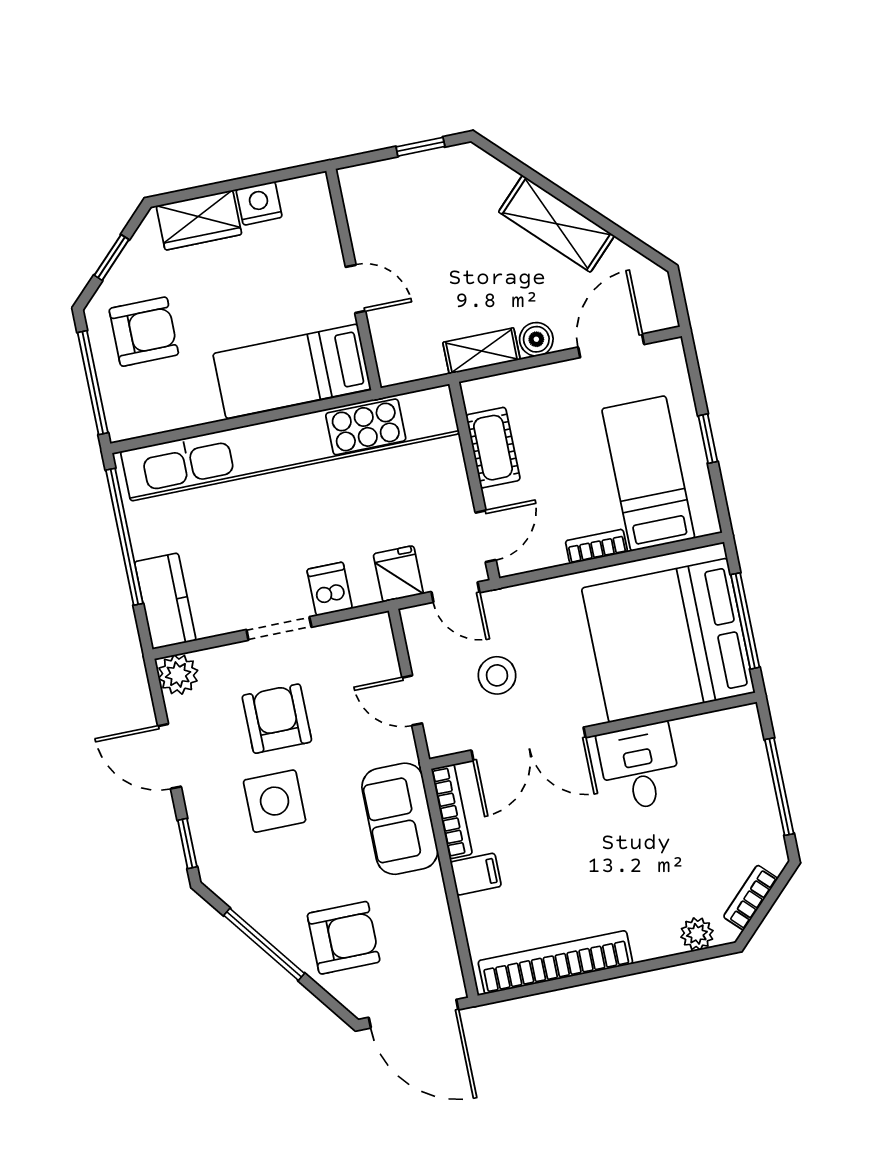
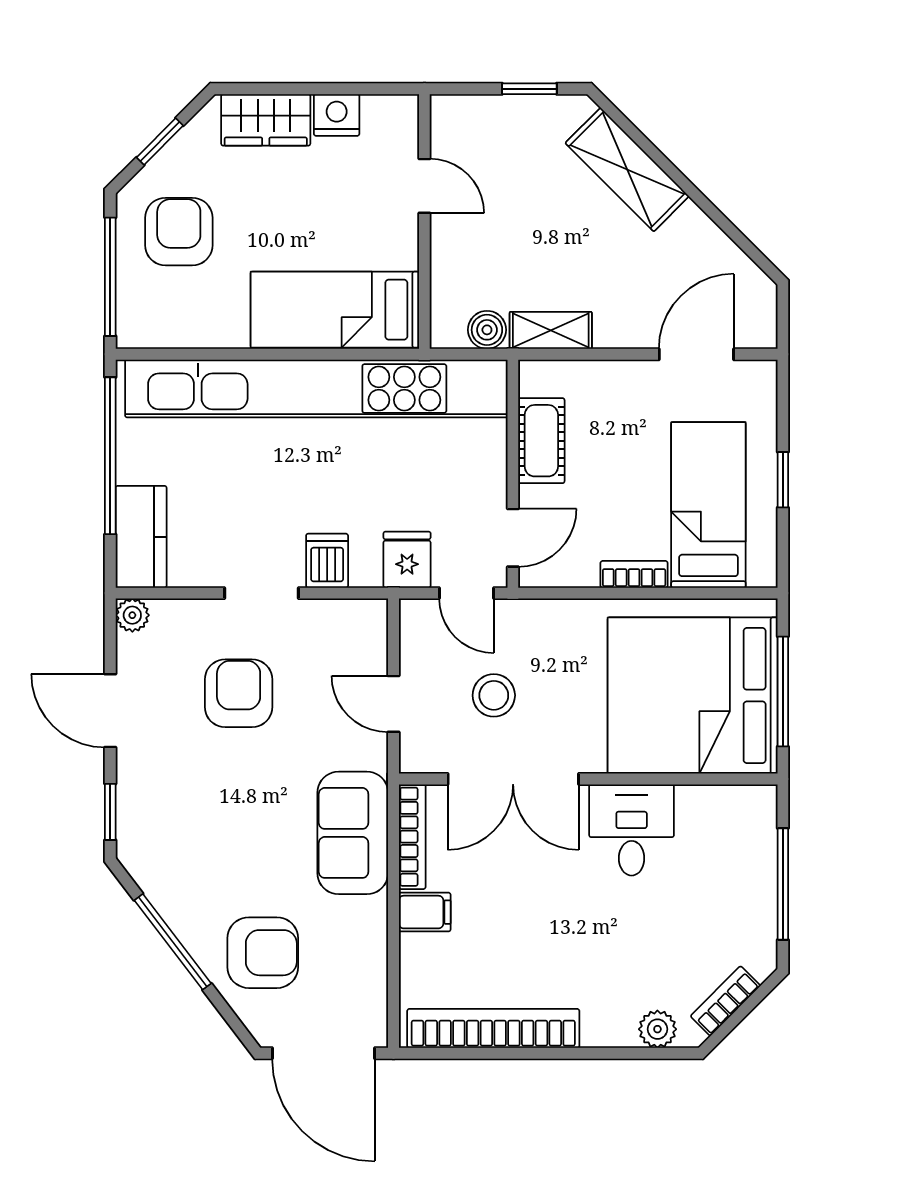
shelving: (556, 224) -> (627, 170), moved
door: (355, 289) -> (424, 186), moved
armchair: (144, 332) -> (179, 232), turned -90
boiler: (536, 339) -> (487, 330), moved
plant: (178, 674) -> (132, 615), width x0.73, depth x0.73
side table: (275, 801) -> (217, 785), removed

